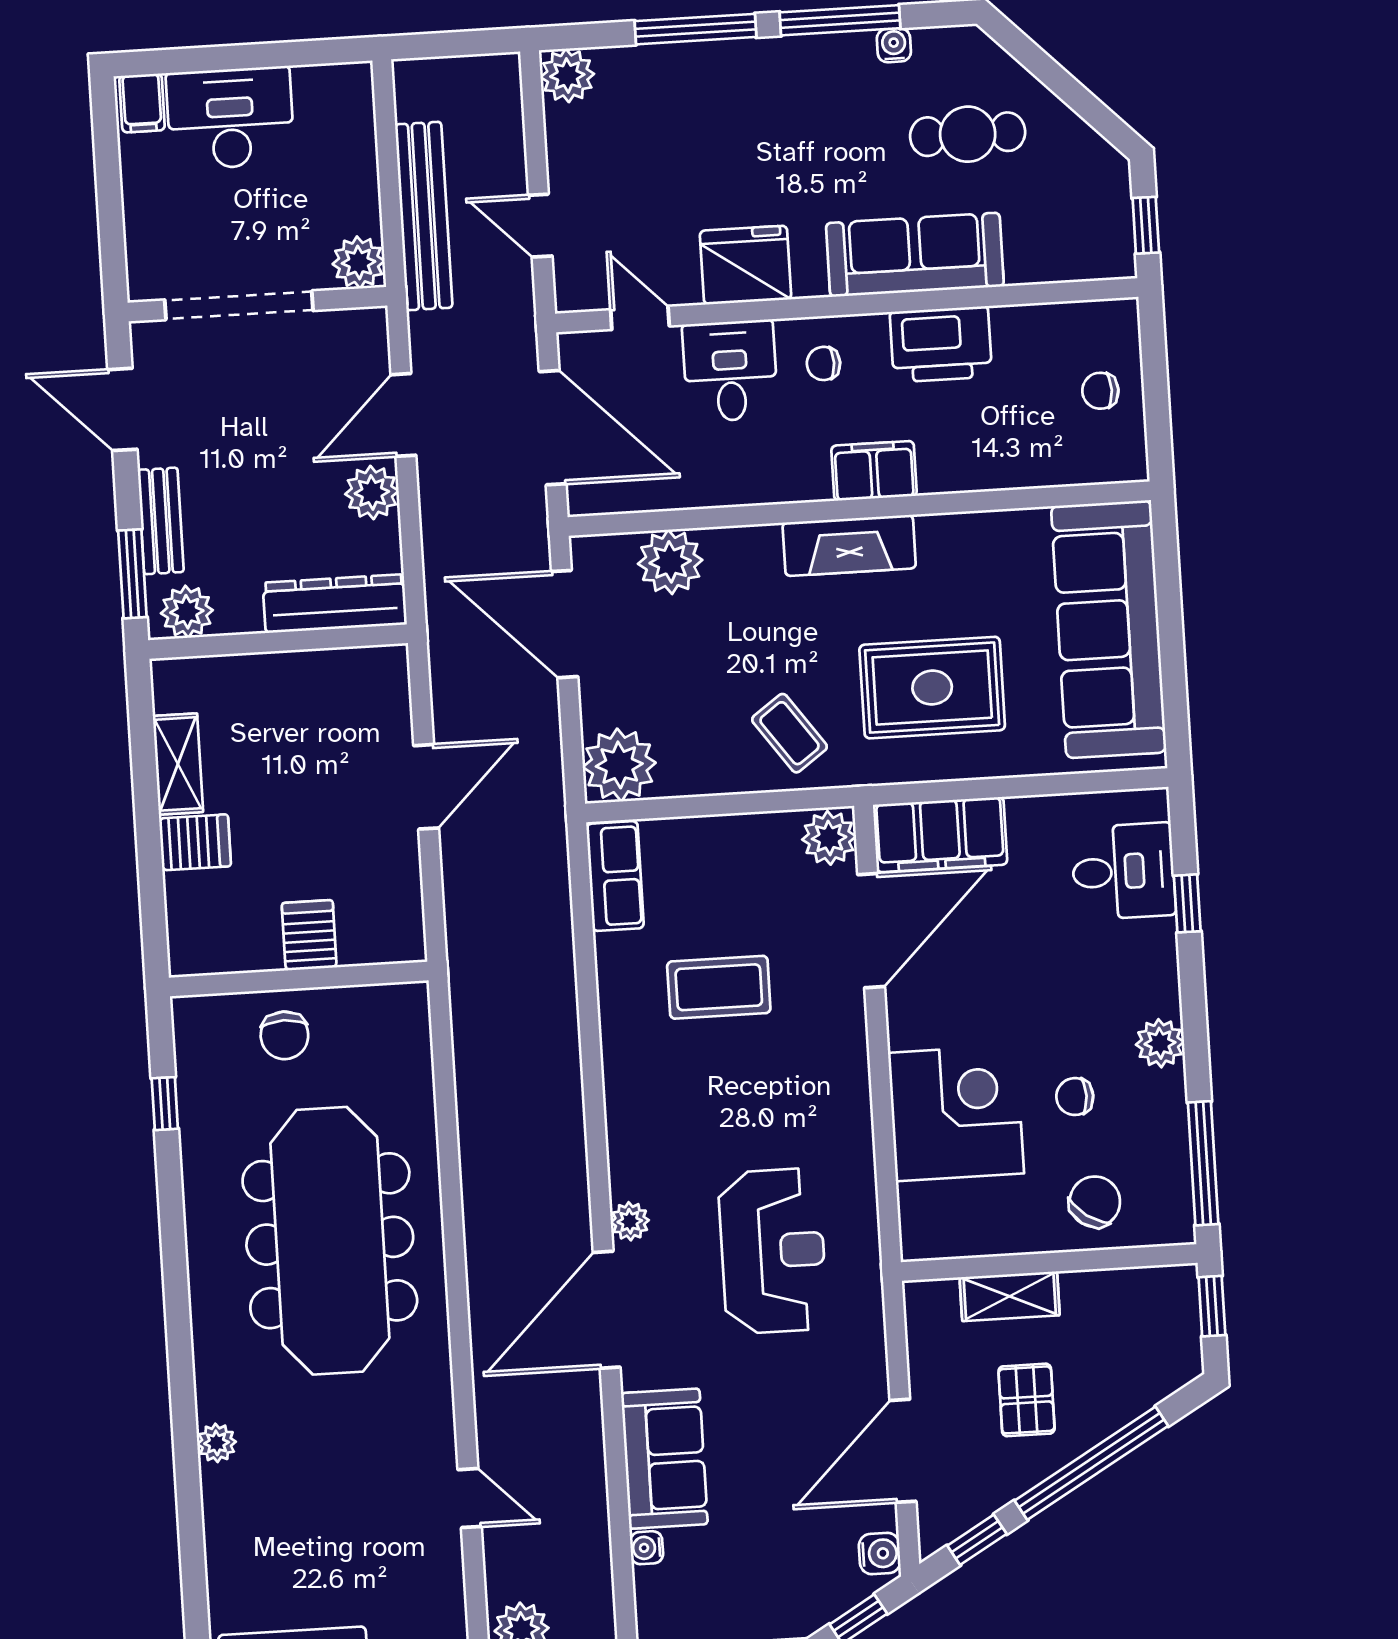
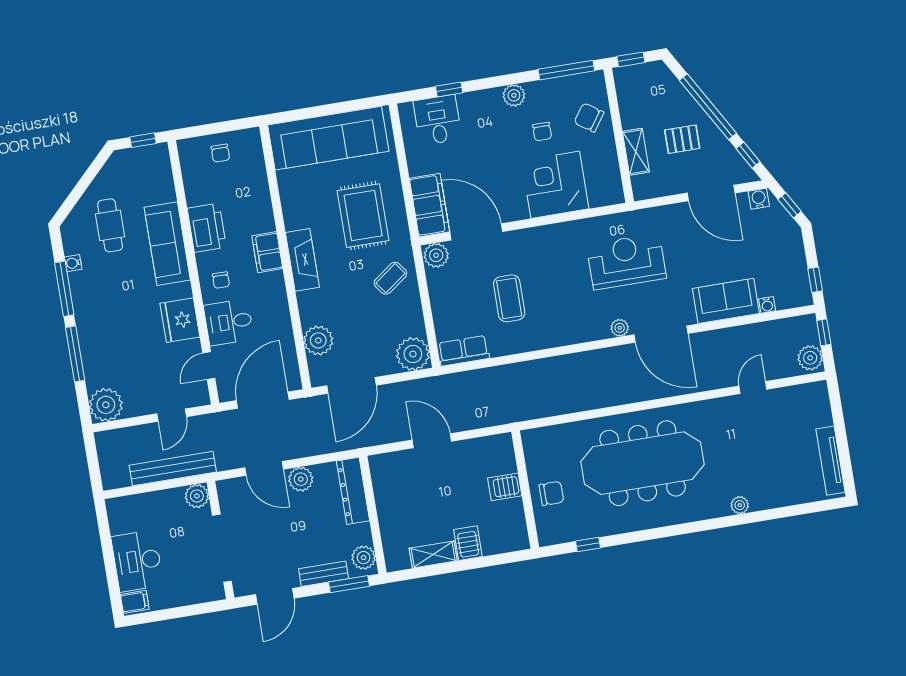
plant: (567, 75) -> (106, 405), width x1.36, depth x1.36

